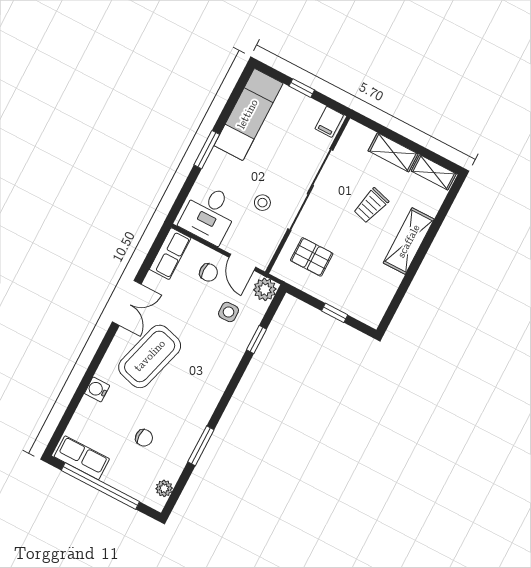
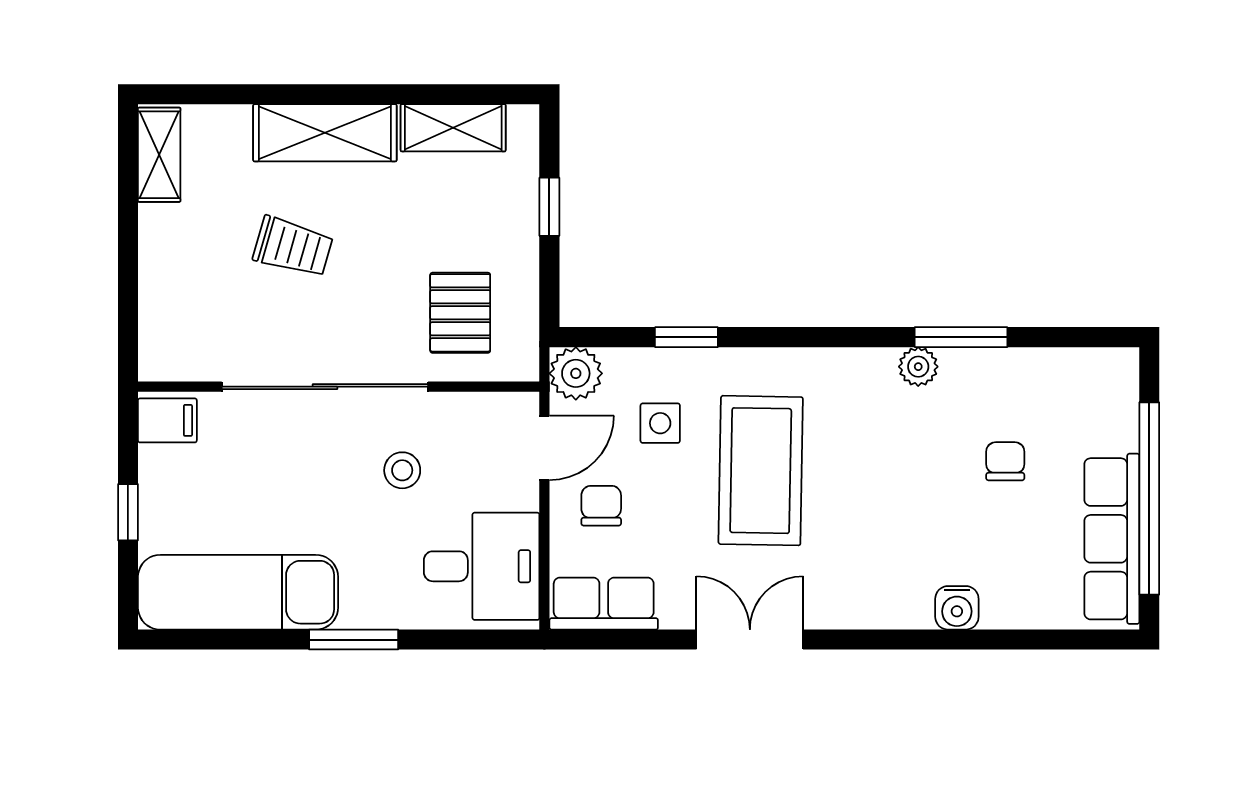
shelving: (393, 152) -> (453, 128), moved, turned 90
coffee table: (150, 356) -> (761, 471), moved, turned 75
row of seats: (82, 458) -> (1112, 539), width x1.48
plant: (164, 488) -> (918, 367), moved

